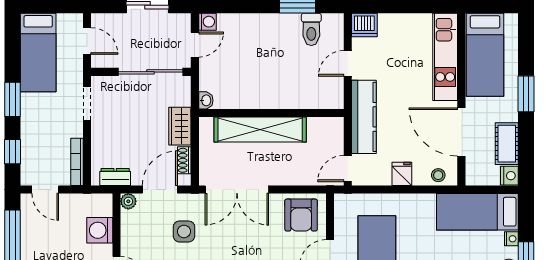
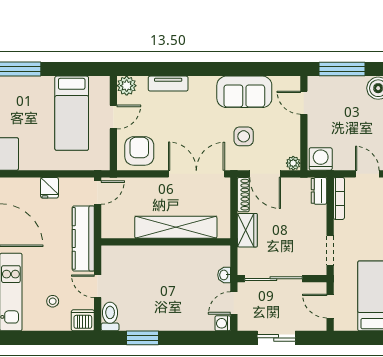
toilet: (311, 29) -> (110, 317), moved
door: (348, 63) -> (98, 286), swing flipped
washbasin: (206, 100) -> (224, 275), moved
shoe rack: (184, 160) -> (243, 195), width x1.43
stool: (438, 175) -> (53, 301), moved
dresser: (115, 177) -> (319, 191), moved, turned 90
door: (160, 189) -> (265, 174), hinge flipped
washing machine: (100, 230) -> (321, 159), moved, turned -90

